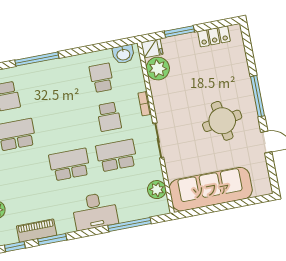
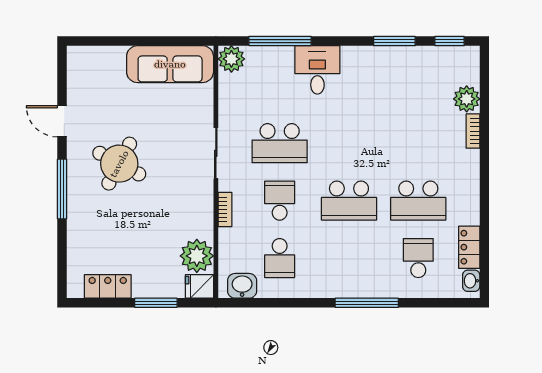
round table: (222, 121) -> (119, 164), turned 38
school desk: (70, 165) -> (349, 201), moved
sofa: (211, 189) -> (170, 64), width x0.74, depth x0.79
plant: (157, 190) -> (231, 59), moved
desk: (95, 211) -> (317, 70), width x0.73
piano: (37, 231) -> (414, 58), removed

